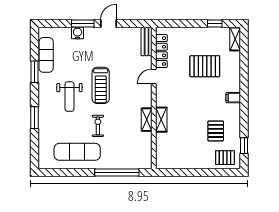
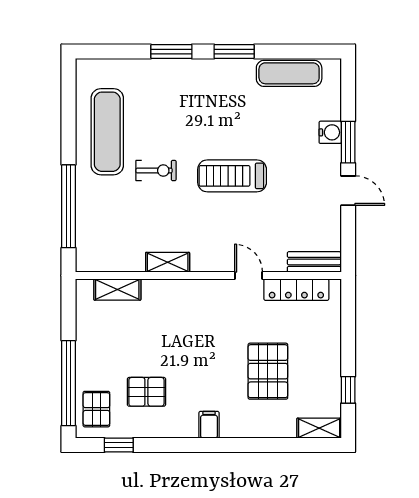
window: (34, 72) -> (234, 52), moved
weight bench: (69, 97) -> (211, 117), removed
shelving: (161, 120) -> (117, 290), moved
window: (211, 173) -> (68, 383), added

